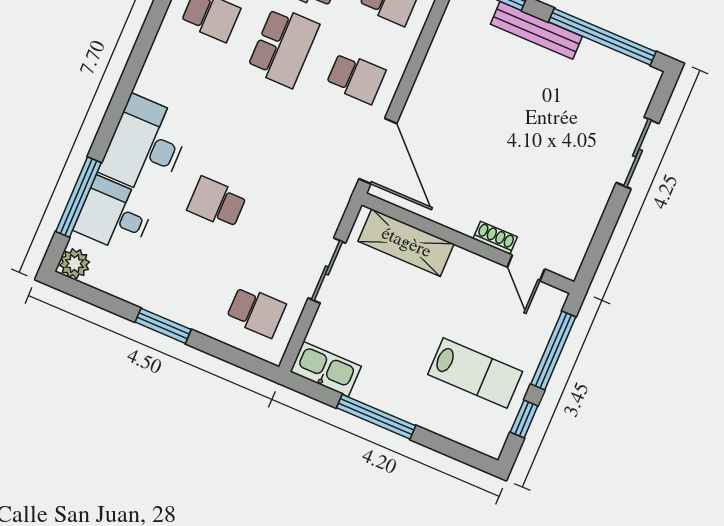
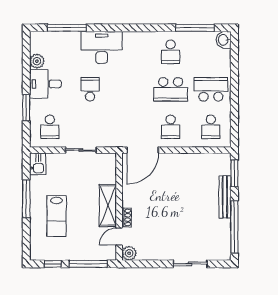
desk: (114, 215) -> (45, 84), moved, turned -90
shelving: (406, 243) -> (108, 206), moved
plant: (566, 262) -> (129, 253), added
plant: (75, 264) -> (37, 61), moved
window: (163, 326) -> (26, 108), moved
kitchen sink: (326, 369) -> (38, 164), width x0.73
lab bench: (475, 373) -> (57, 216), moved

